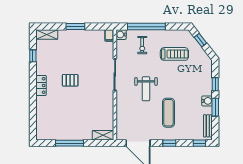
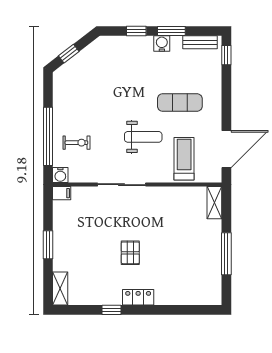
treadmill: (174, 54) -> (184, 159), moved
window: (33, 56) -> (111, 310), moved
window: (169, 143) -> (226, 101), removed

